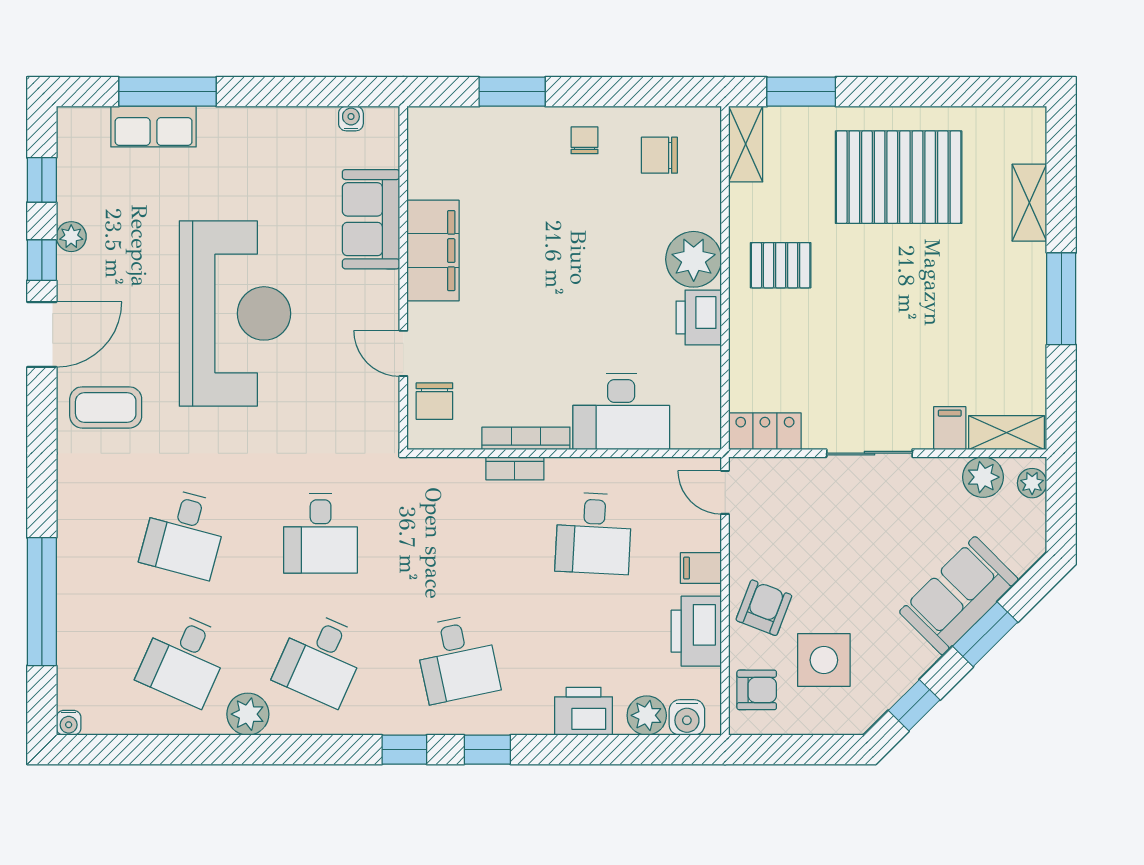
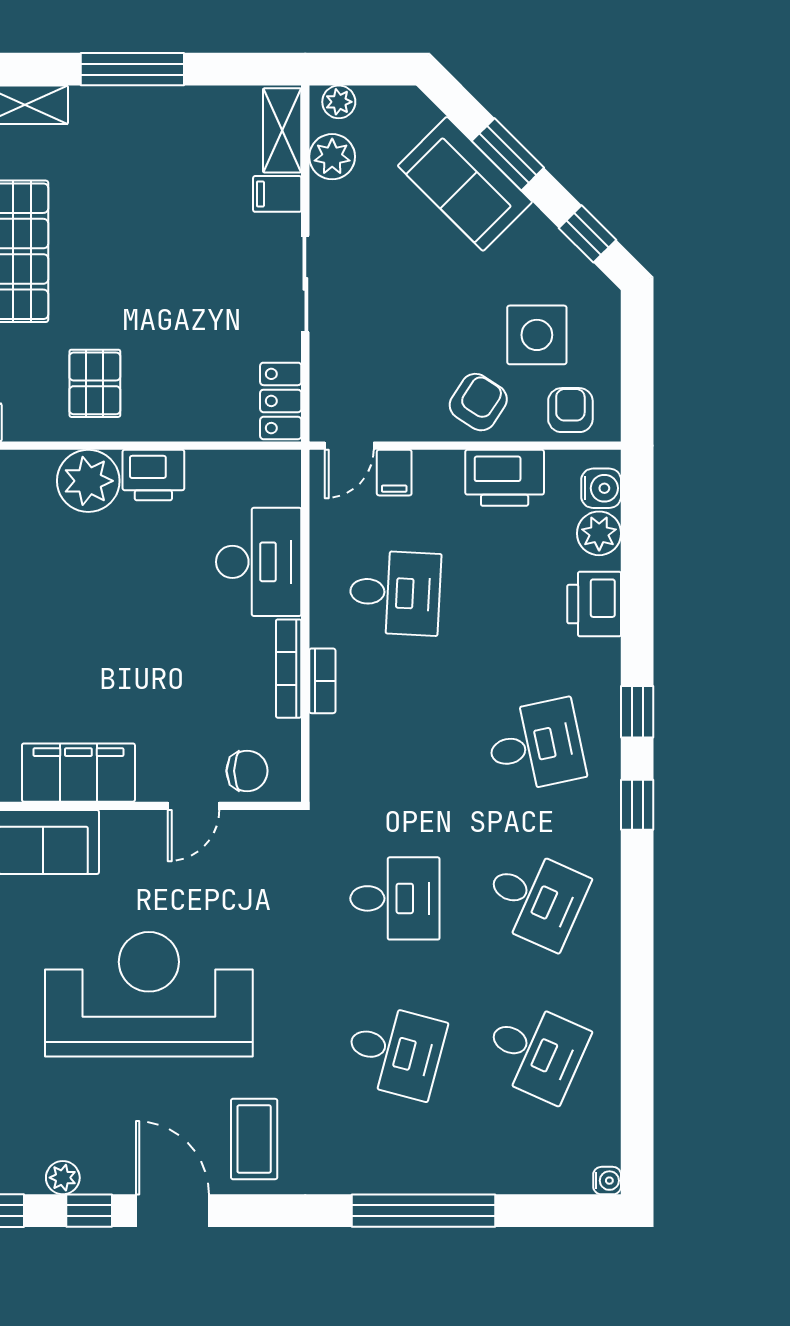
filing cabinet: (701, 568) -> (394, 473), moved
window: (42, 602) -> (424, 1211), moved
armchair: (764, 608) -> (478, 402), turned 102
plant: (248, 714) -> (597, 980), removed

